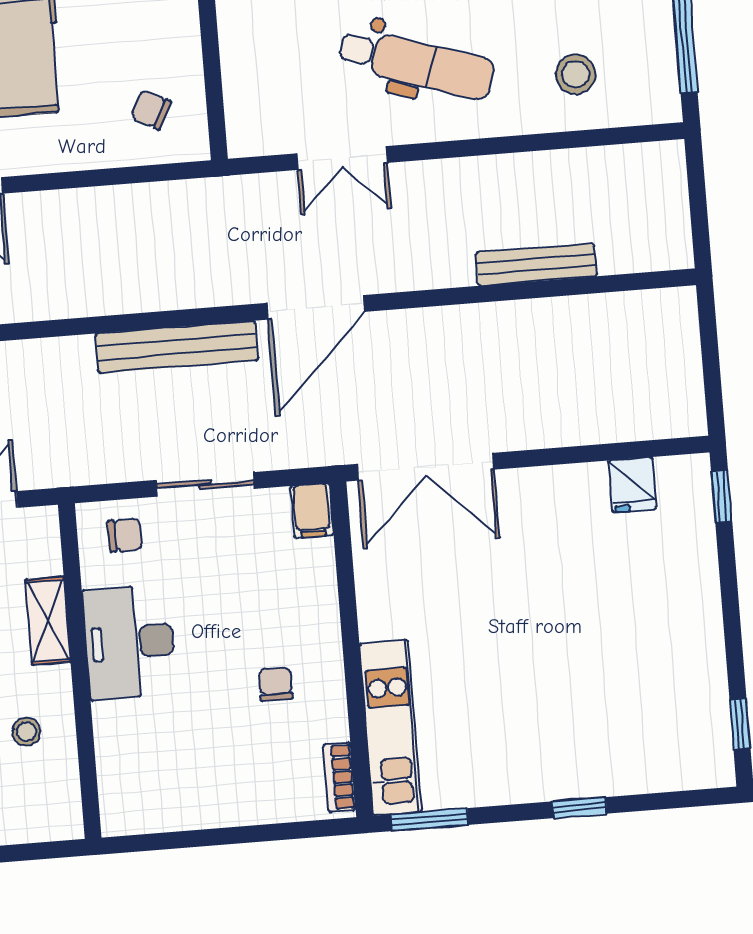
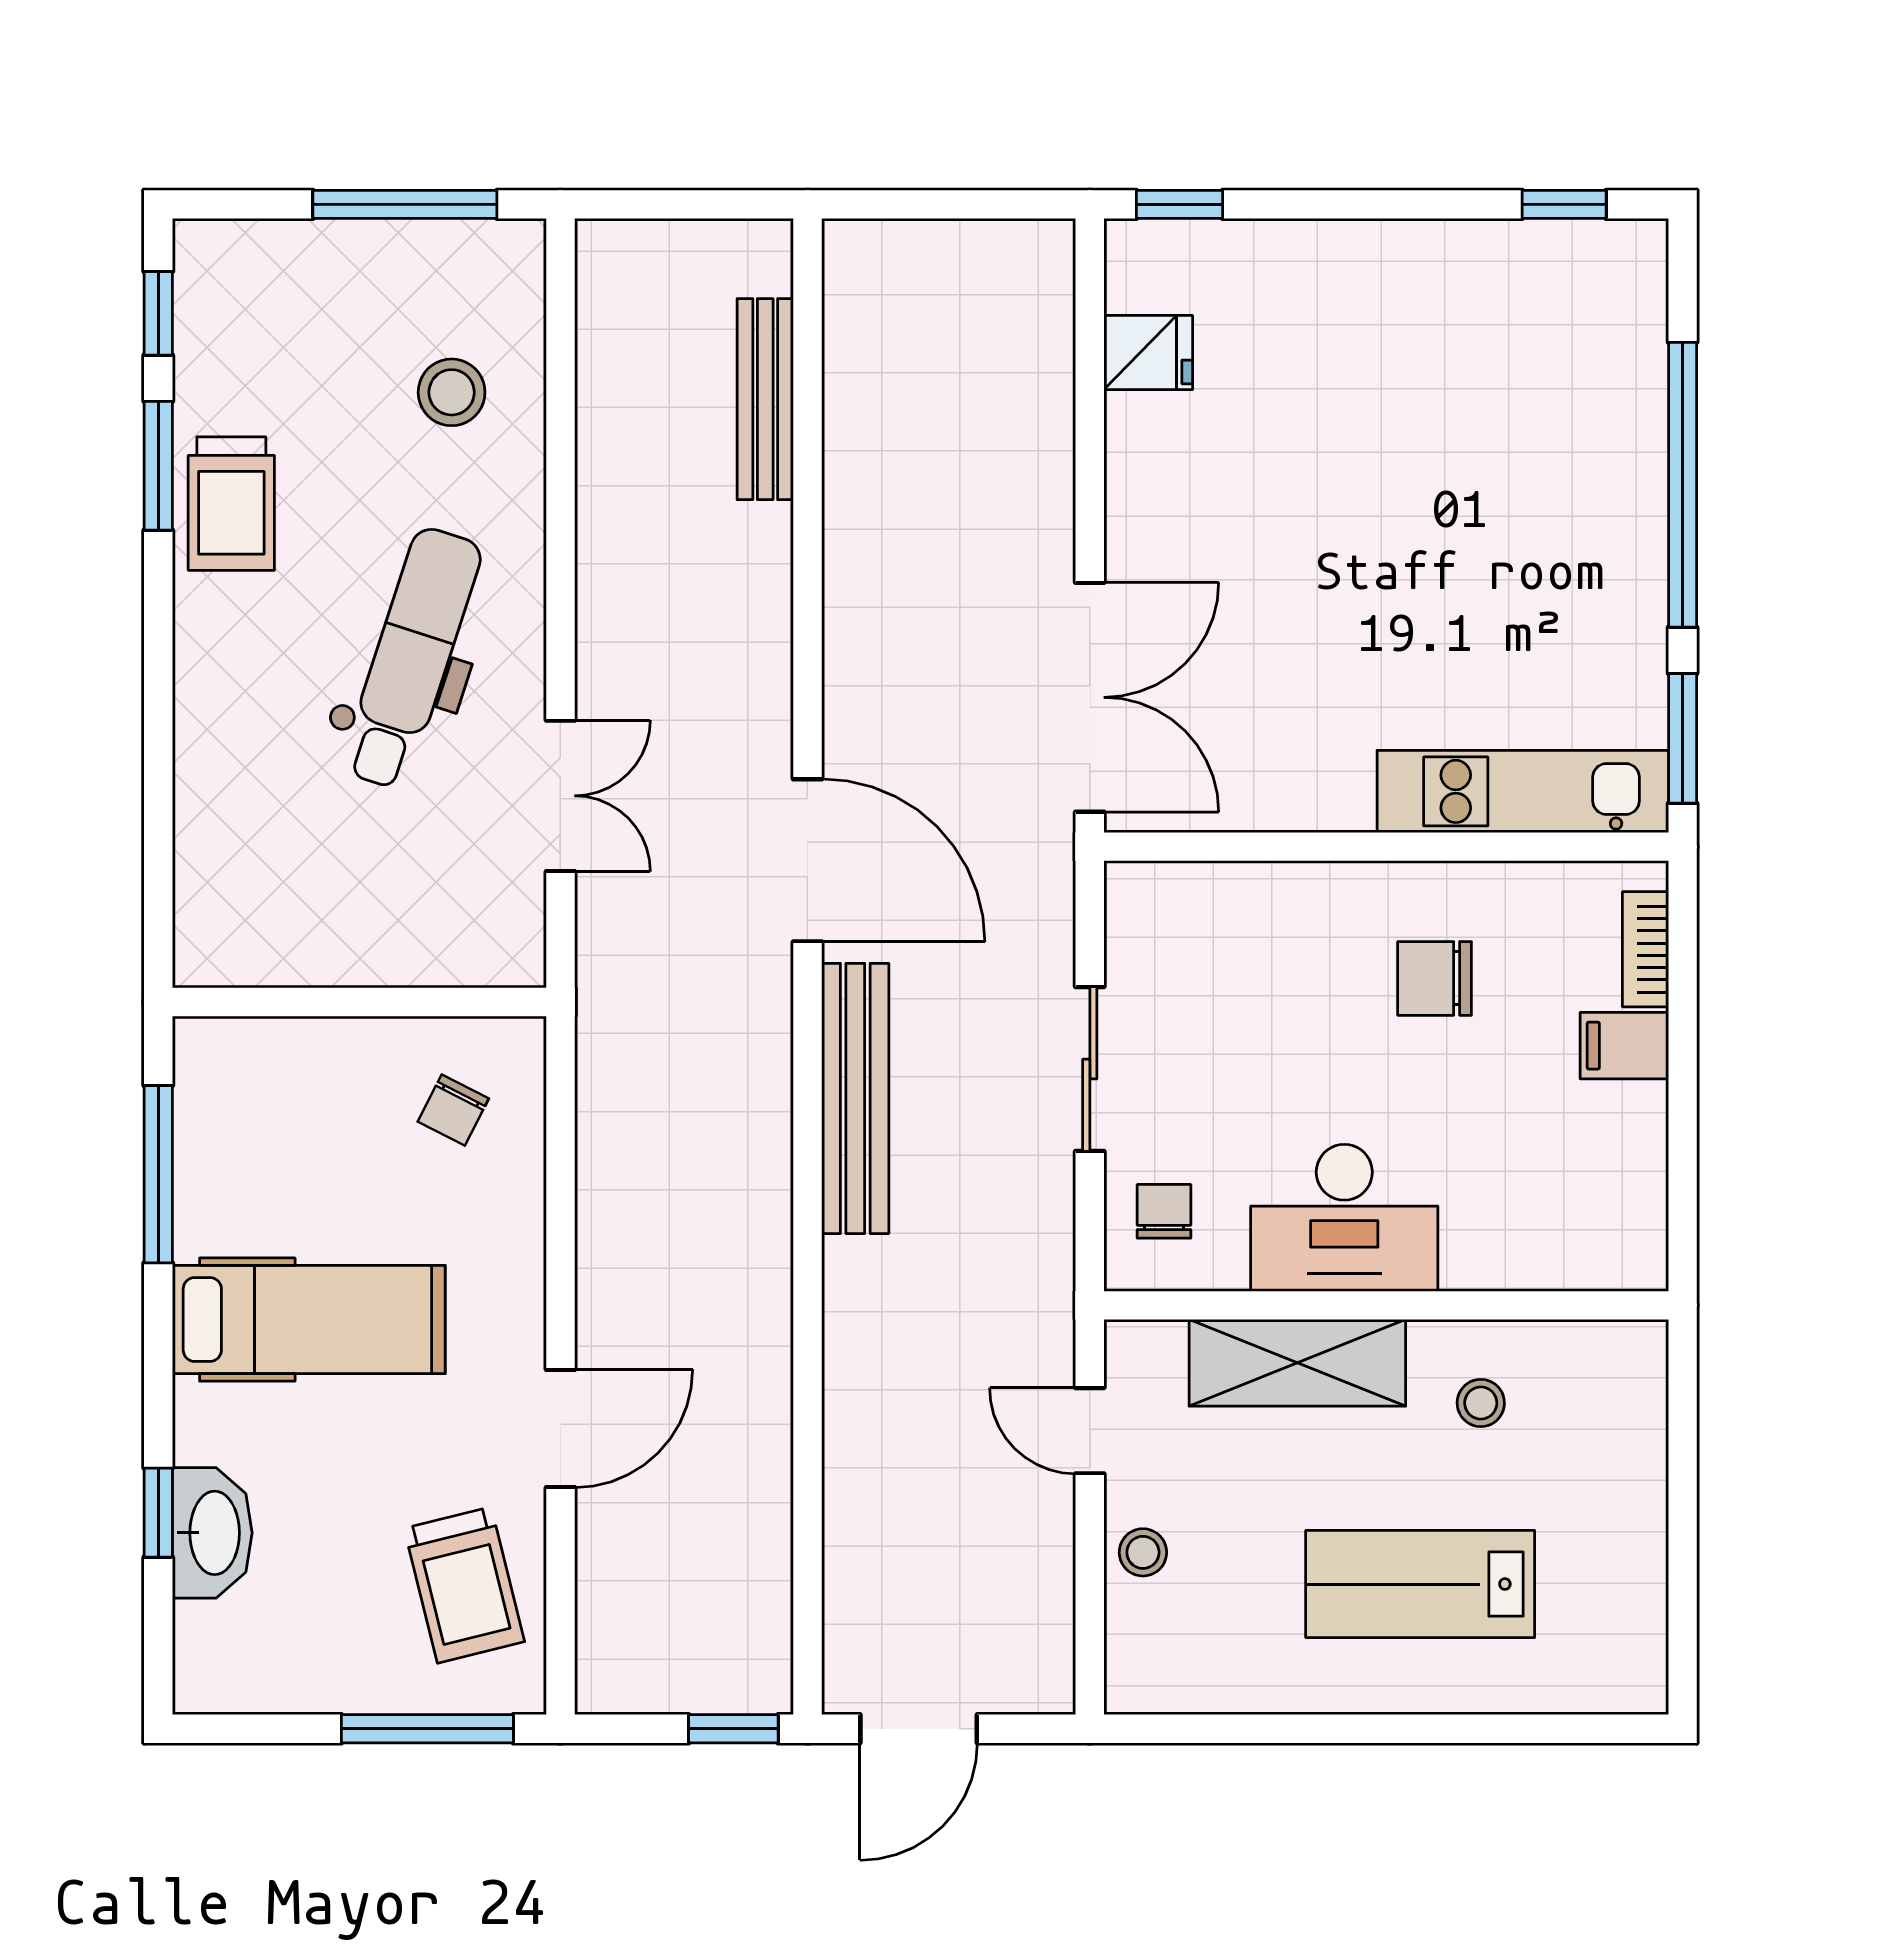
bench: (536, 264) -> (765, 399), moved
filing cabinet: (312, 511) -> (1624, 1046), moved, turned 180
shelving: (48, 621) -> (1297, 1363), width x1.50, depth x1.33
chair: (276, 684) -> (1435, 978), width x1.37, depth x1.37
bookcase: (339, 777) -> (1645, 949), moved, turned 90
window: (580, 808) -> (1683, 485), width x3.17

